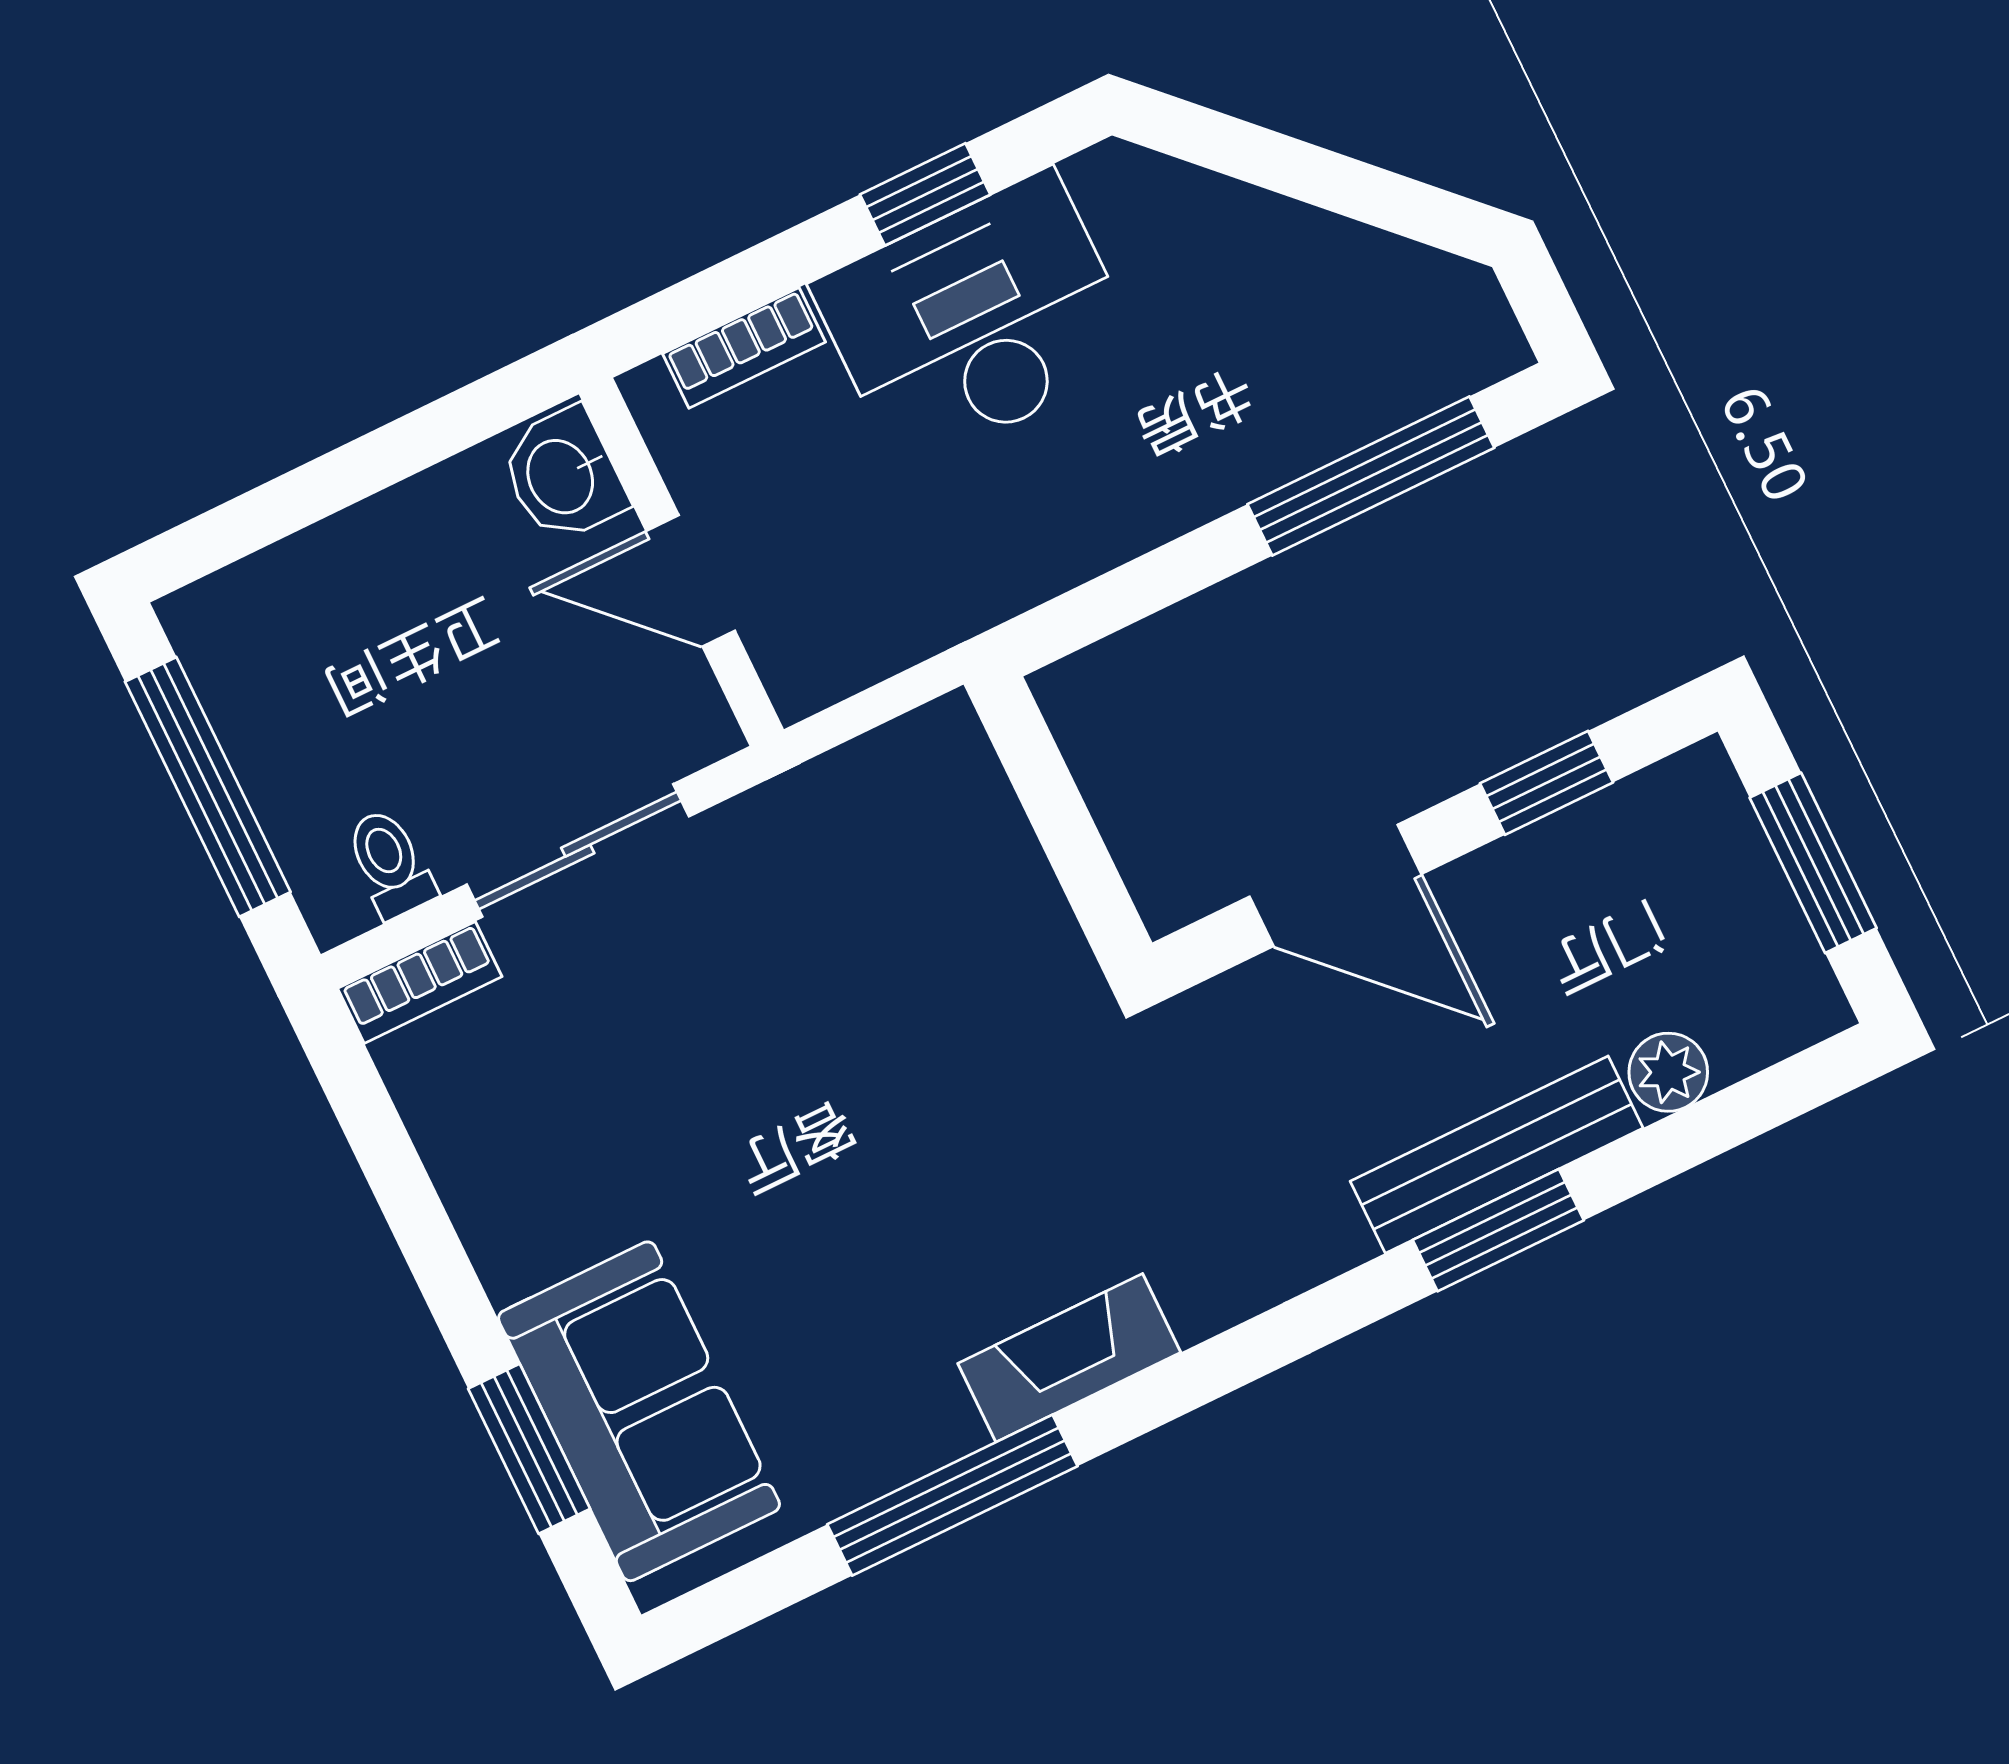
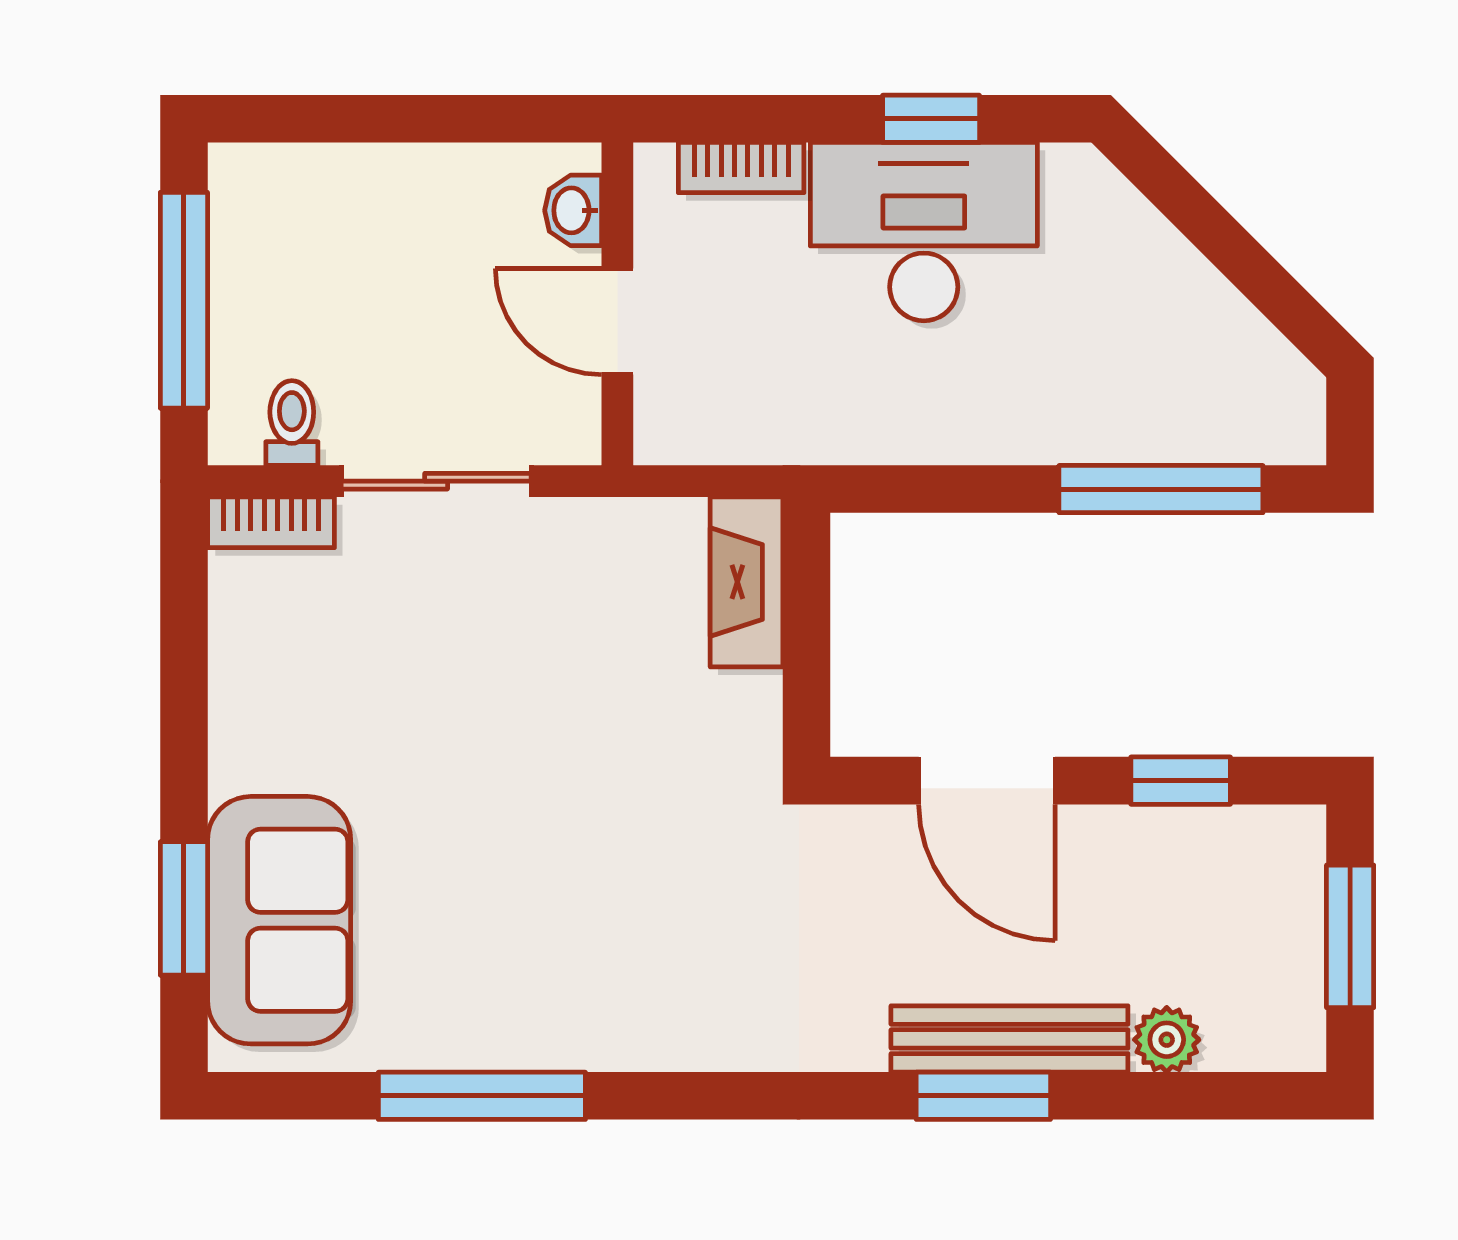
washbasin: (563, 475) -> (573, 210), width x0.72, depth x0.69
fireplace: (1069, 1358) -> (746, 582), moved, turned -90

